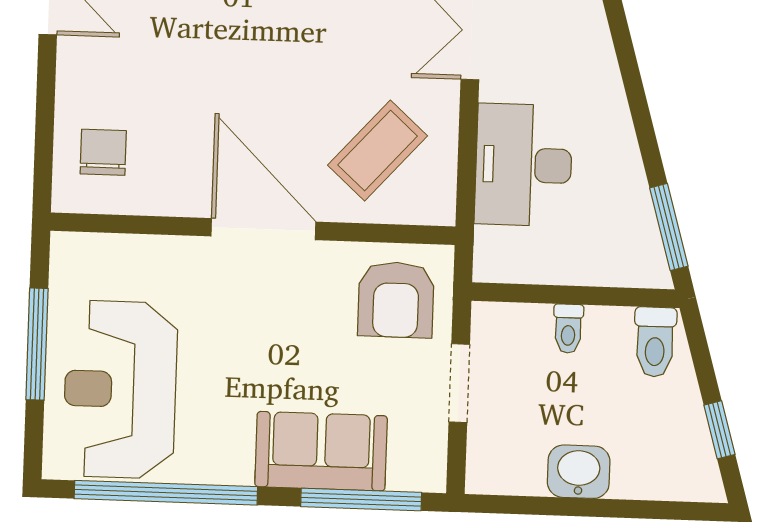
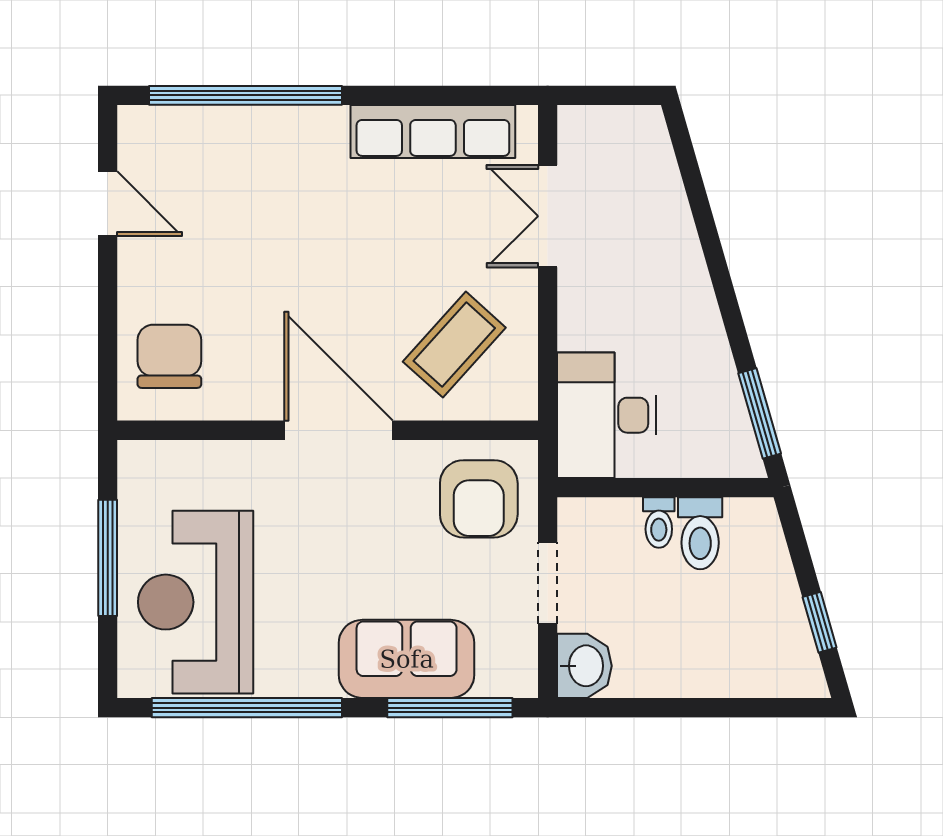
chair: (103, 152) -> (169, 356), width x1.37, depth x1.37
desk: (524, 165) -> (607, 415), moved
toilet: (655, 342) -> (700, 533), moved
washbasin: (579, 472) -> (584, 666), moved, turned 90

